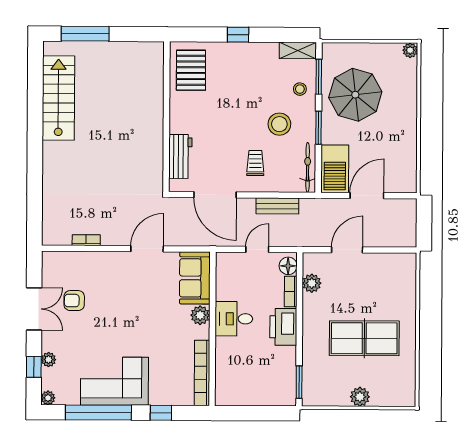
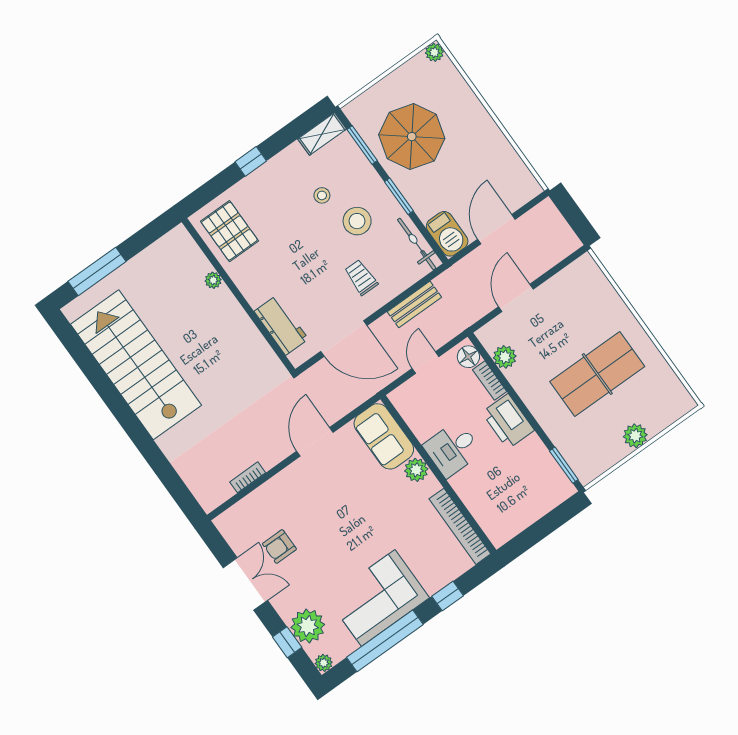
stool: (300, 89) -> (322, 195), moved
plant: (157, 95) -> (213, 280), added
stairs: (58, 98) -> (136, 365), width x1.36, depth x1.51
barbecue: (335, 169) -> (447, 234), width x0.73, depth x0.83
plant: (49, 360) -> (308, 626), width x1.87, depth x1.87

